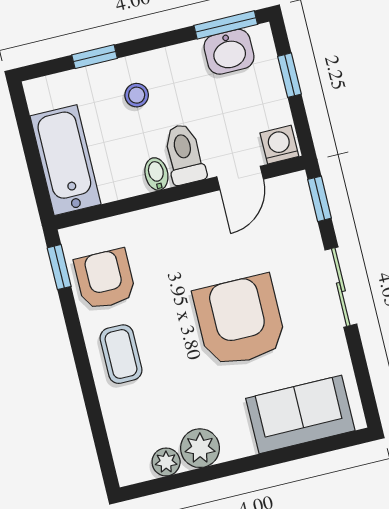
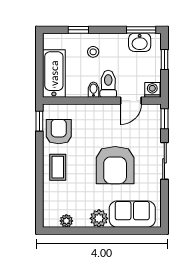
armchair: (240, 321) -> (115, 165), turned 180
plant: (200, 448) -> (99, 218), moved

